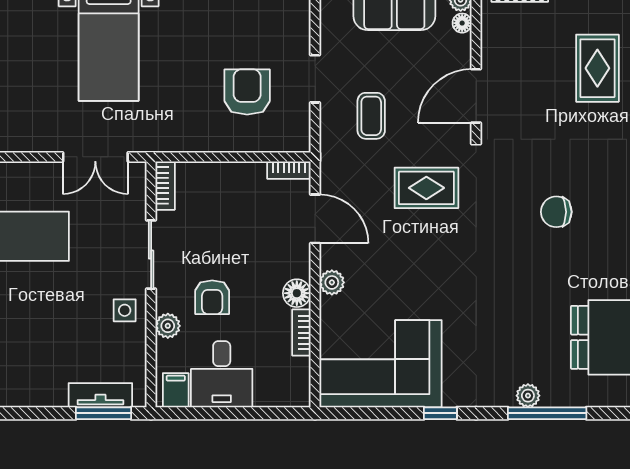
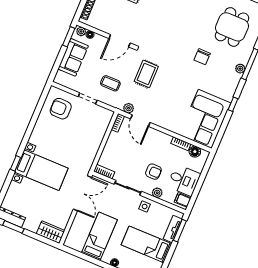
armchair: (247, 92) -> (61, 109), moved
door: (476, 96) -> (120, 41), hinge flipped
double door: (95, 157) -> (82, 193), width x1.37
chair: (556, 212) -> (202, 57), moved
door: (315, 219) -> (140, 121), swing flipped
plant: (332, 282) -> (129, 108), moved
floor lamp: (297, 293) -> (195, 152), moved
bed: (41, 351) -> (146, 244), added

